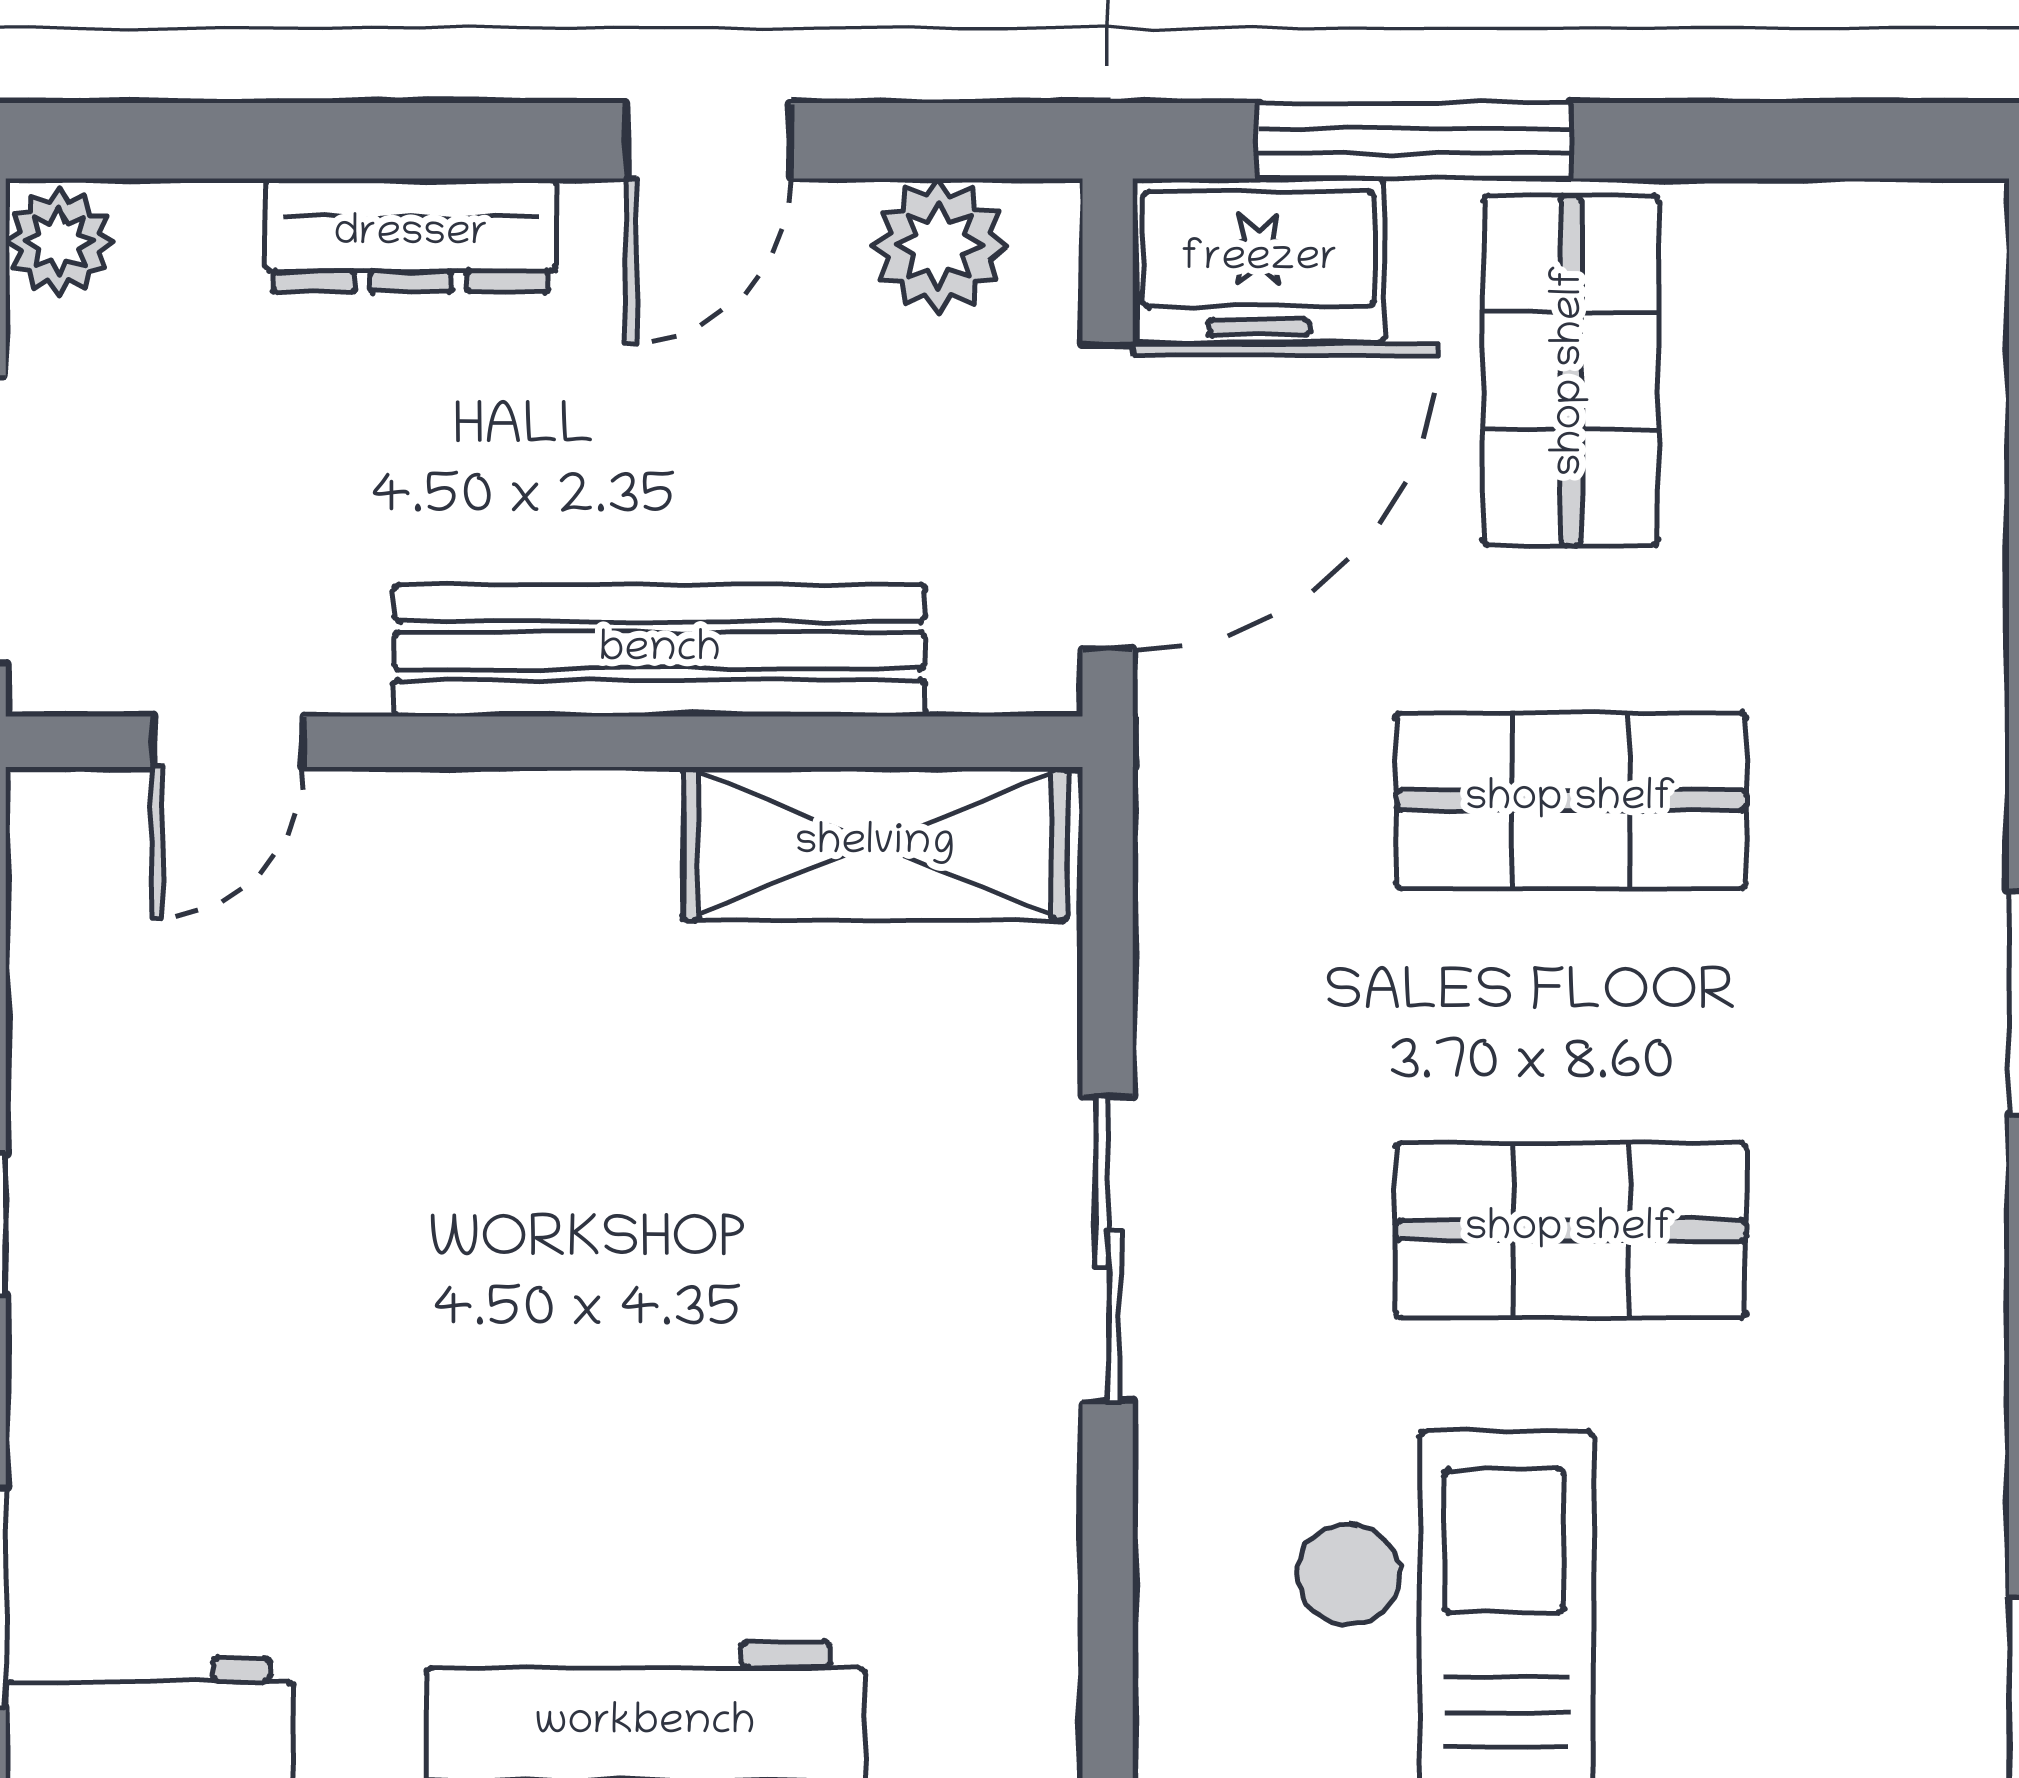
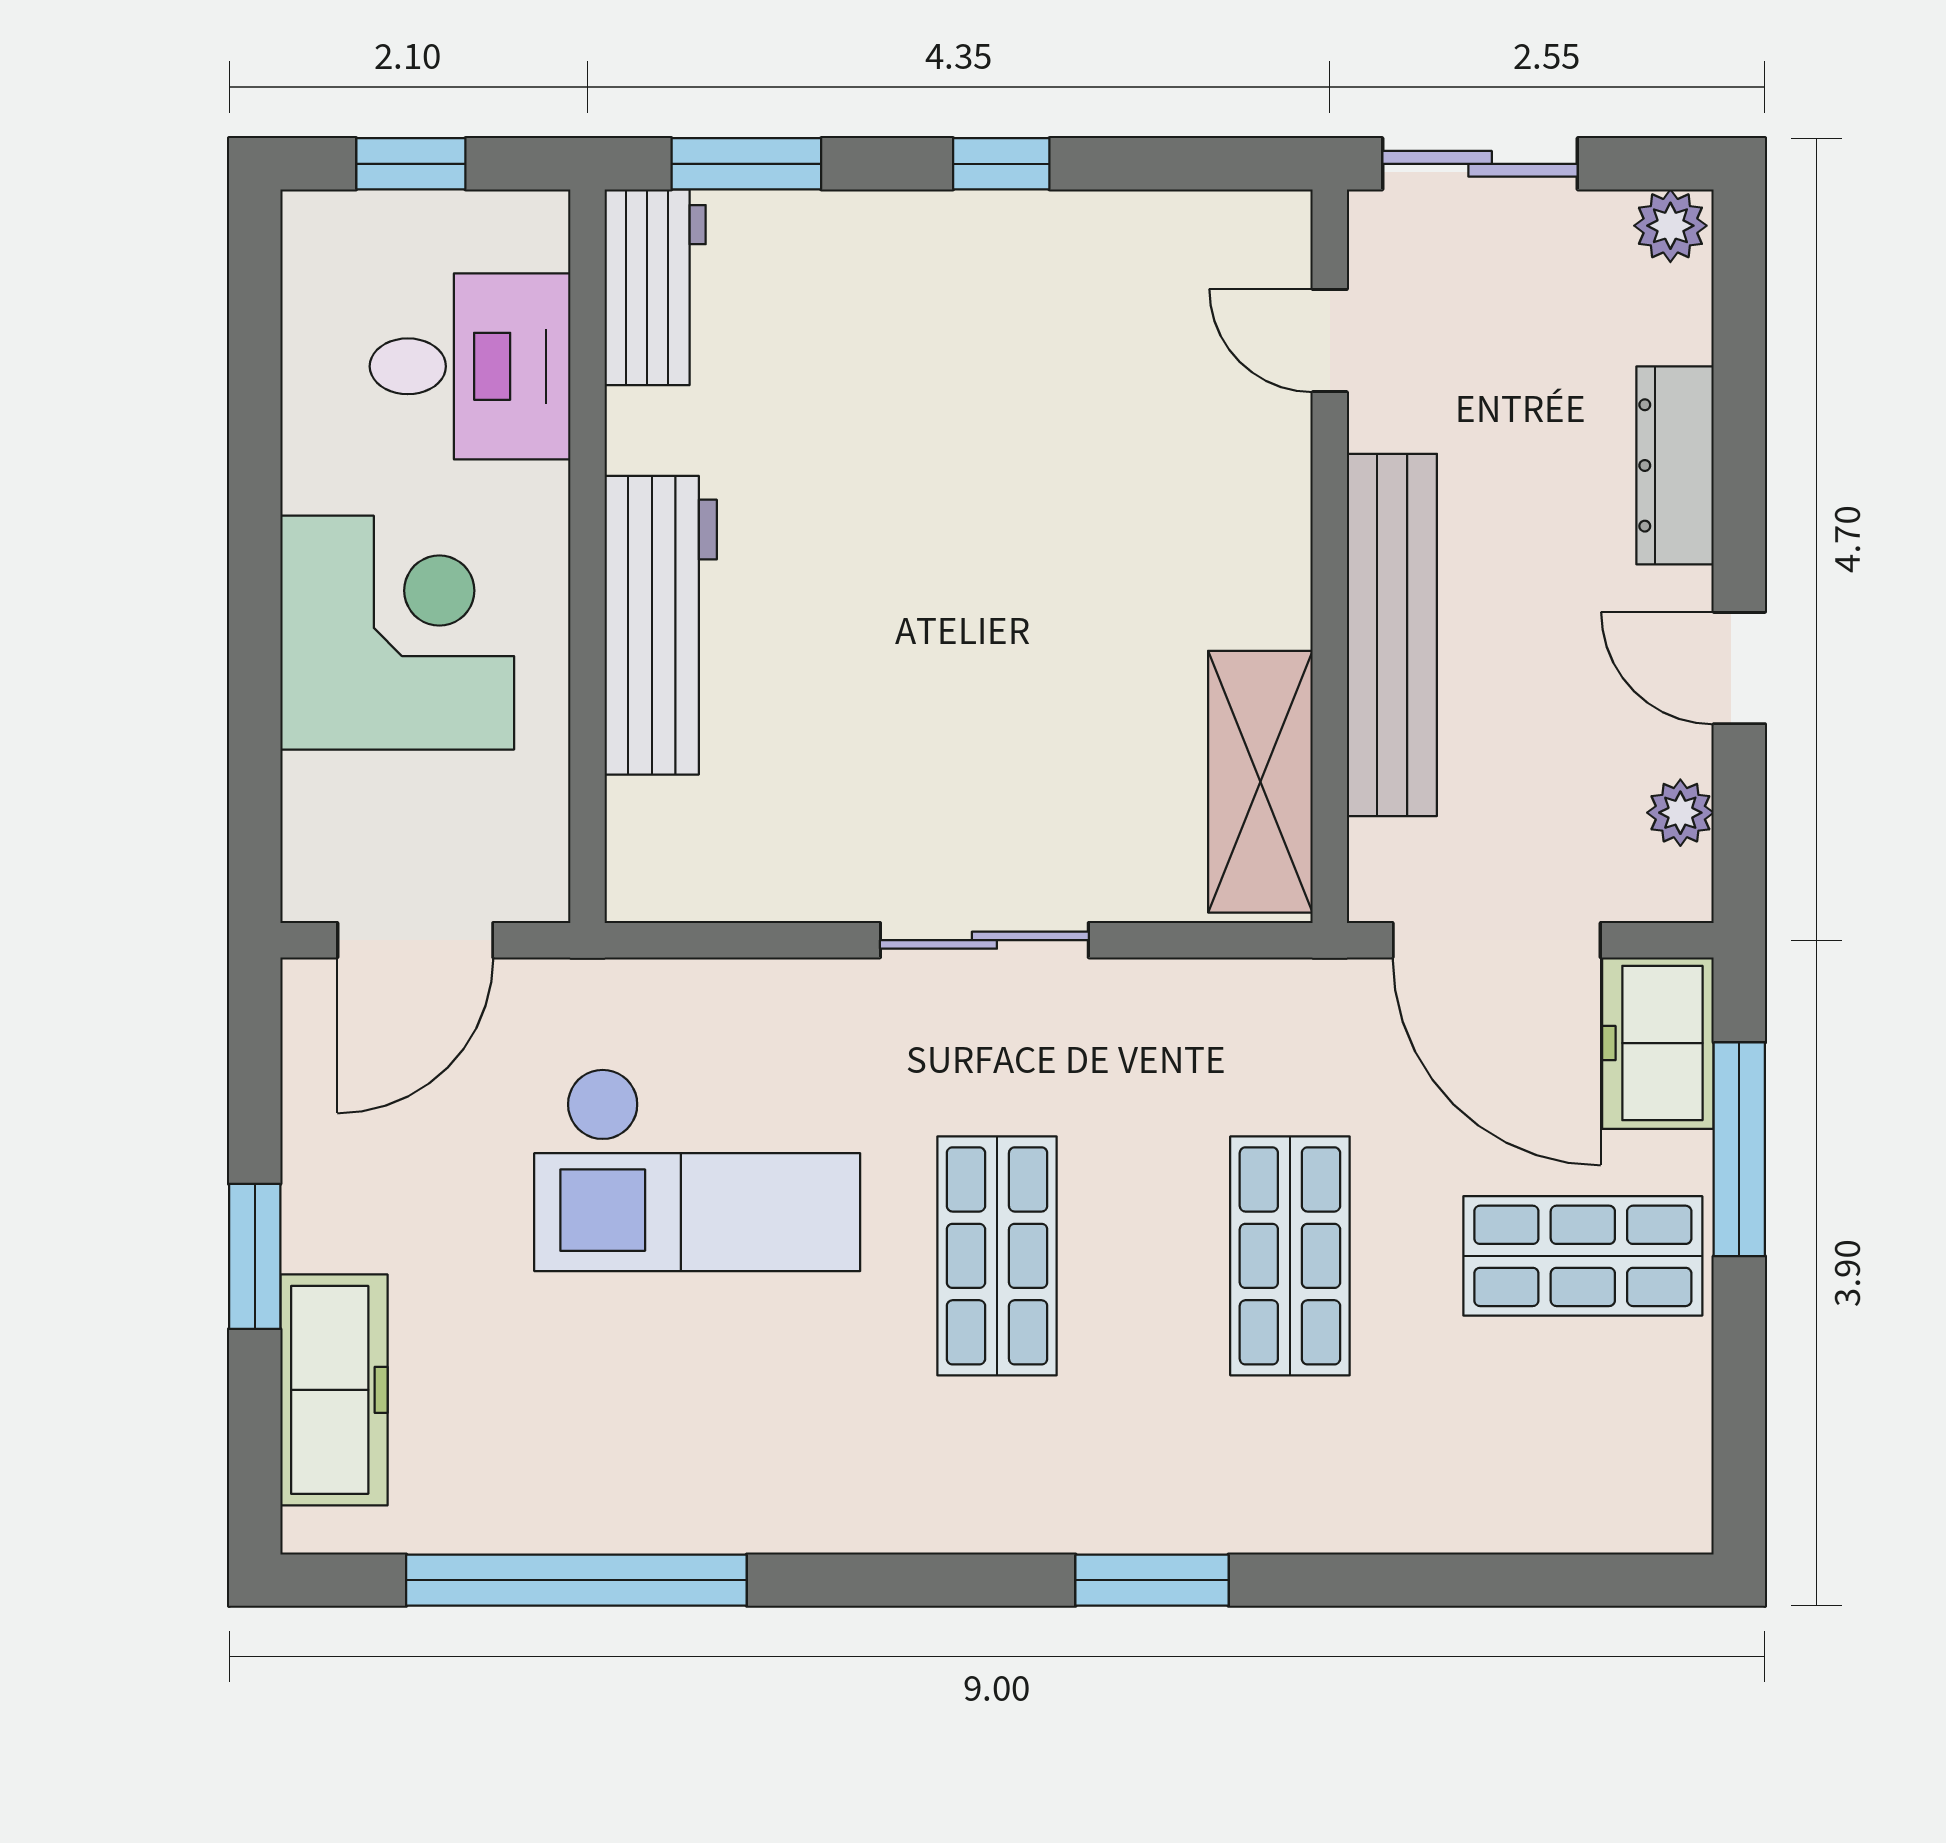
plant: (939, 246) -> (1680, 813), width x0.73, depth x0.73

